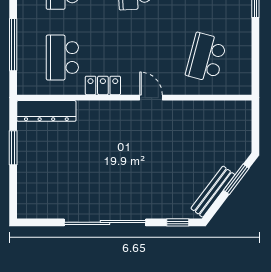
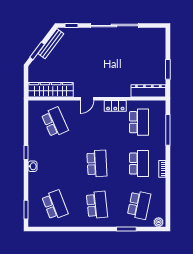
school desk: (206, 58) -> (55, 122), turned -39
door: (151, 98) -> (87, 99), hinge flipped
wardrobe: (213, 113) -> (51, 90), added

